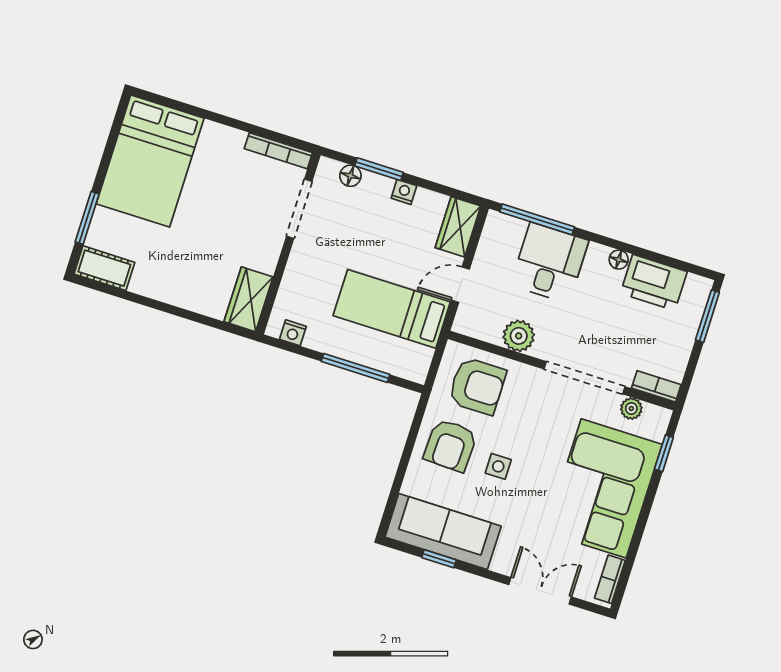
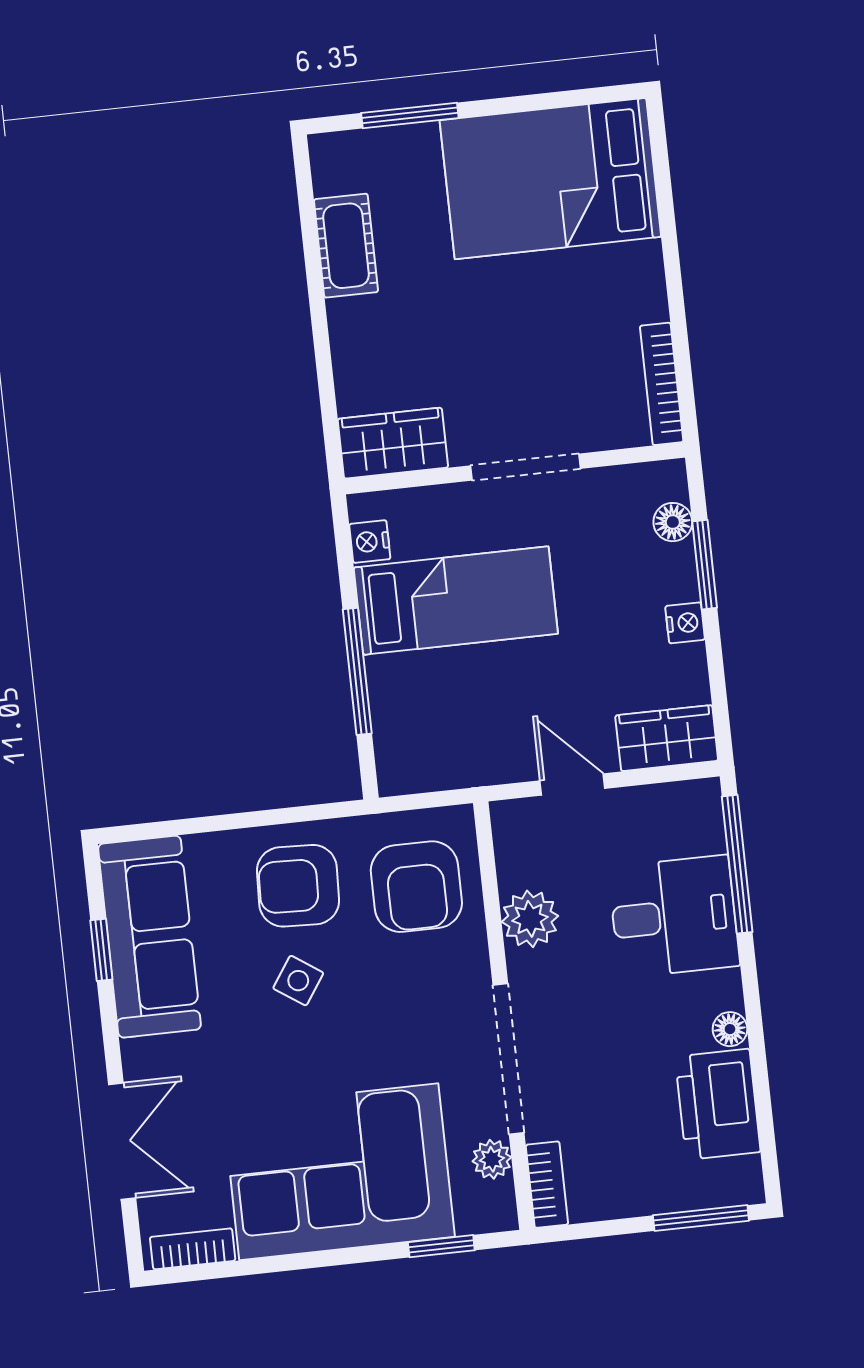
doorway: (299, 209) -> (525, 467), moved
cot: (104, 268) -> (346, 246), moved
bed: (392, 309) -> (456, 601), moved, turned 90
side table: (498, 466) -> (298, 981), turned 34

